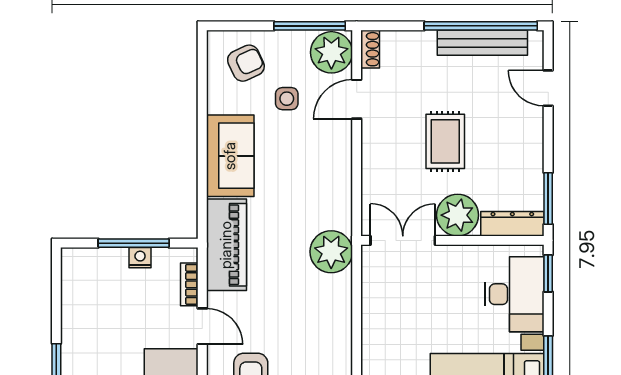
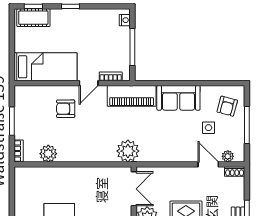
window: (310, 26) -> (247, 125), moved
plant: (331, 52) -> (228, 156), width x0.53, depth x0.53
armchair: (246, 63) -> (227, 106), turned 40
nightstand: (140, 258) -> (125, 20), moved

